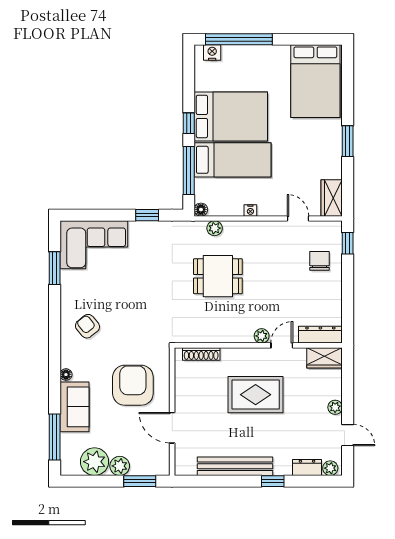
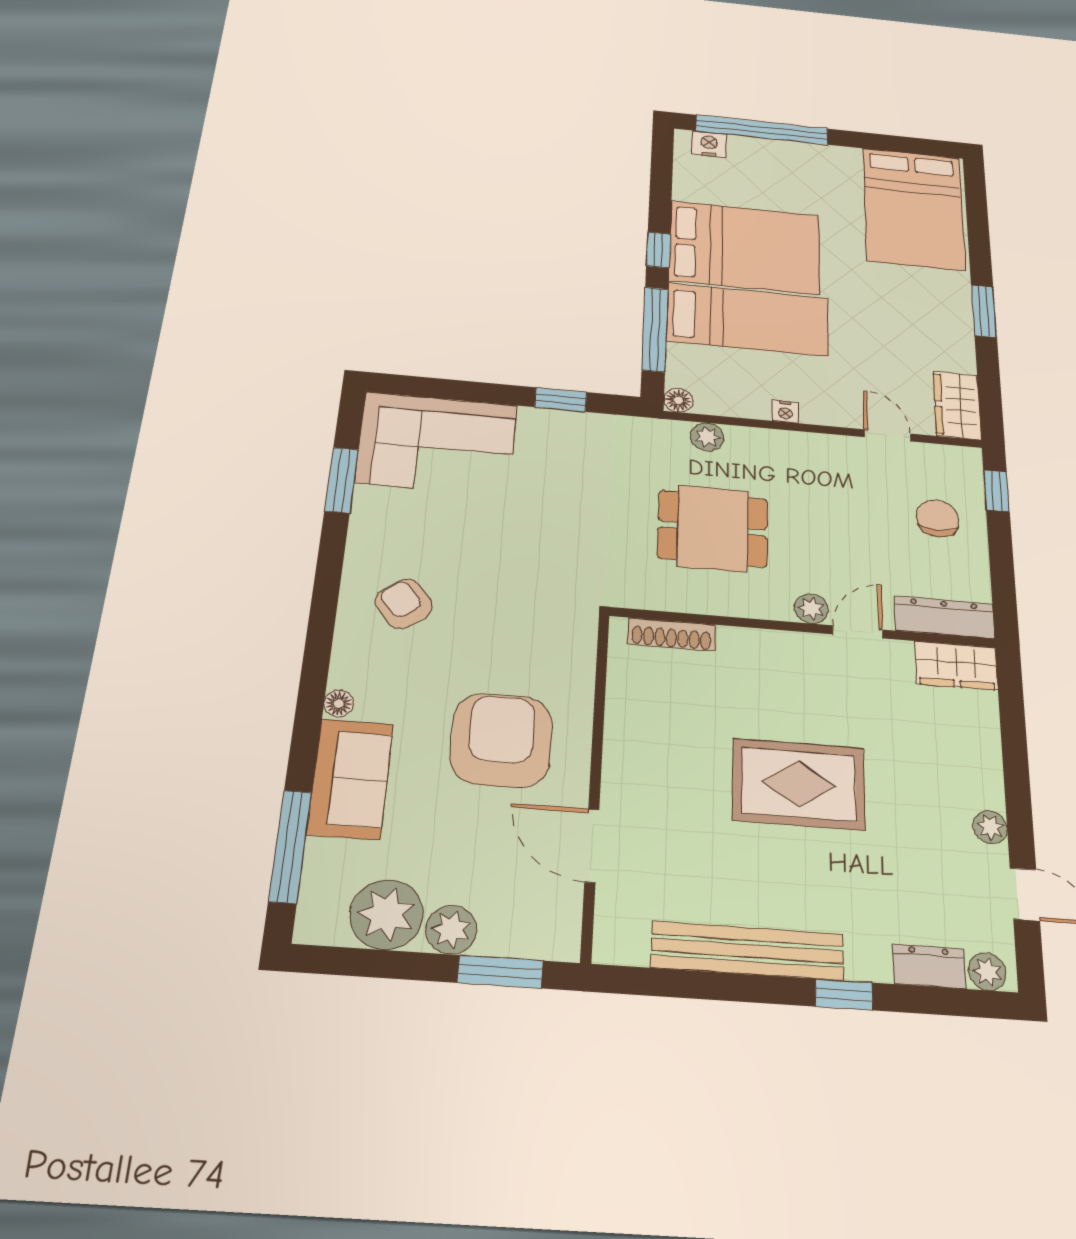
dresser: (320, 335) -> (944, 617), moved
plant: (262, 336) -> (811, 609), moved
wall: (258, 345) -> (804, 627), moved
door: (282, 345) -> (858, 632), moved
shoe rack: (201, 354) -> (671, 634), moved
wardrobe: (325, 358) -> (956, 666), moved

